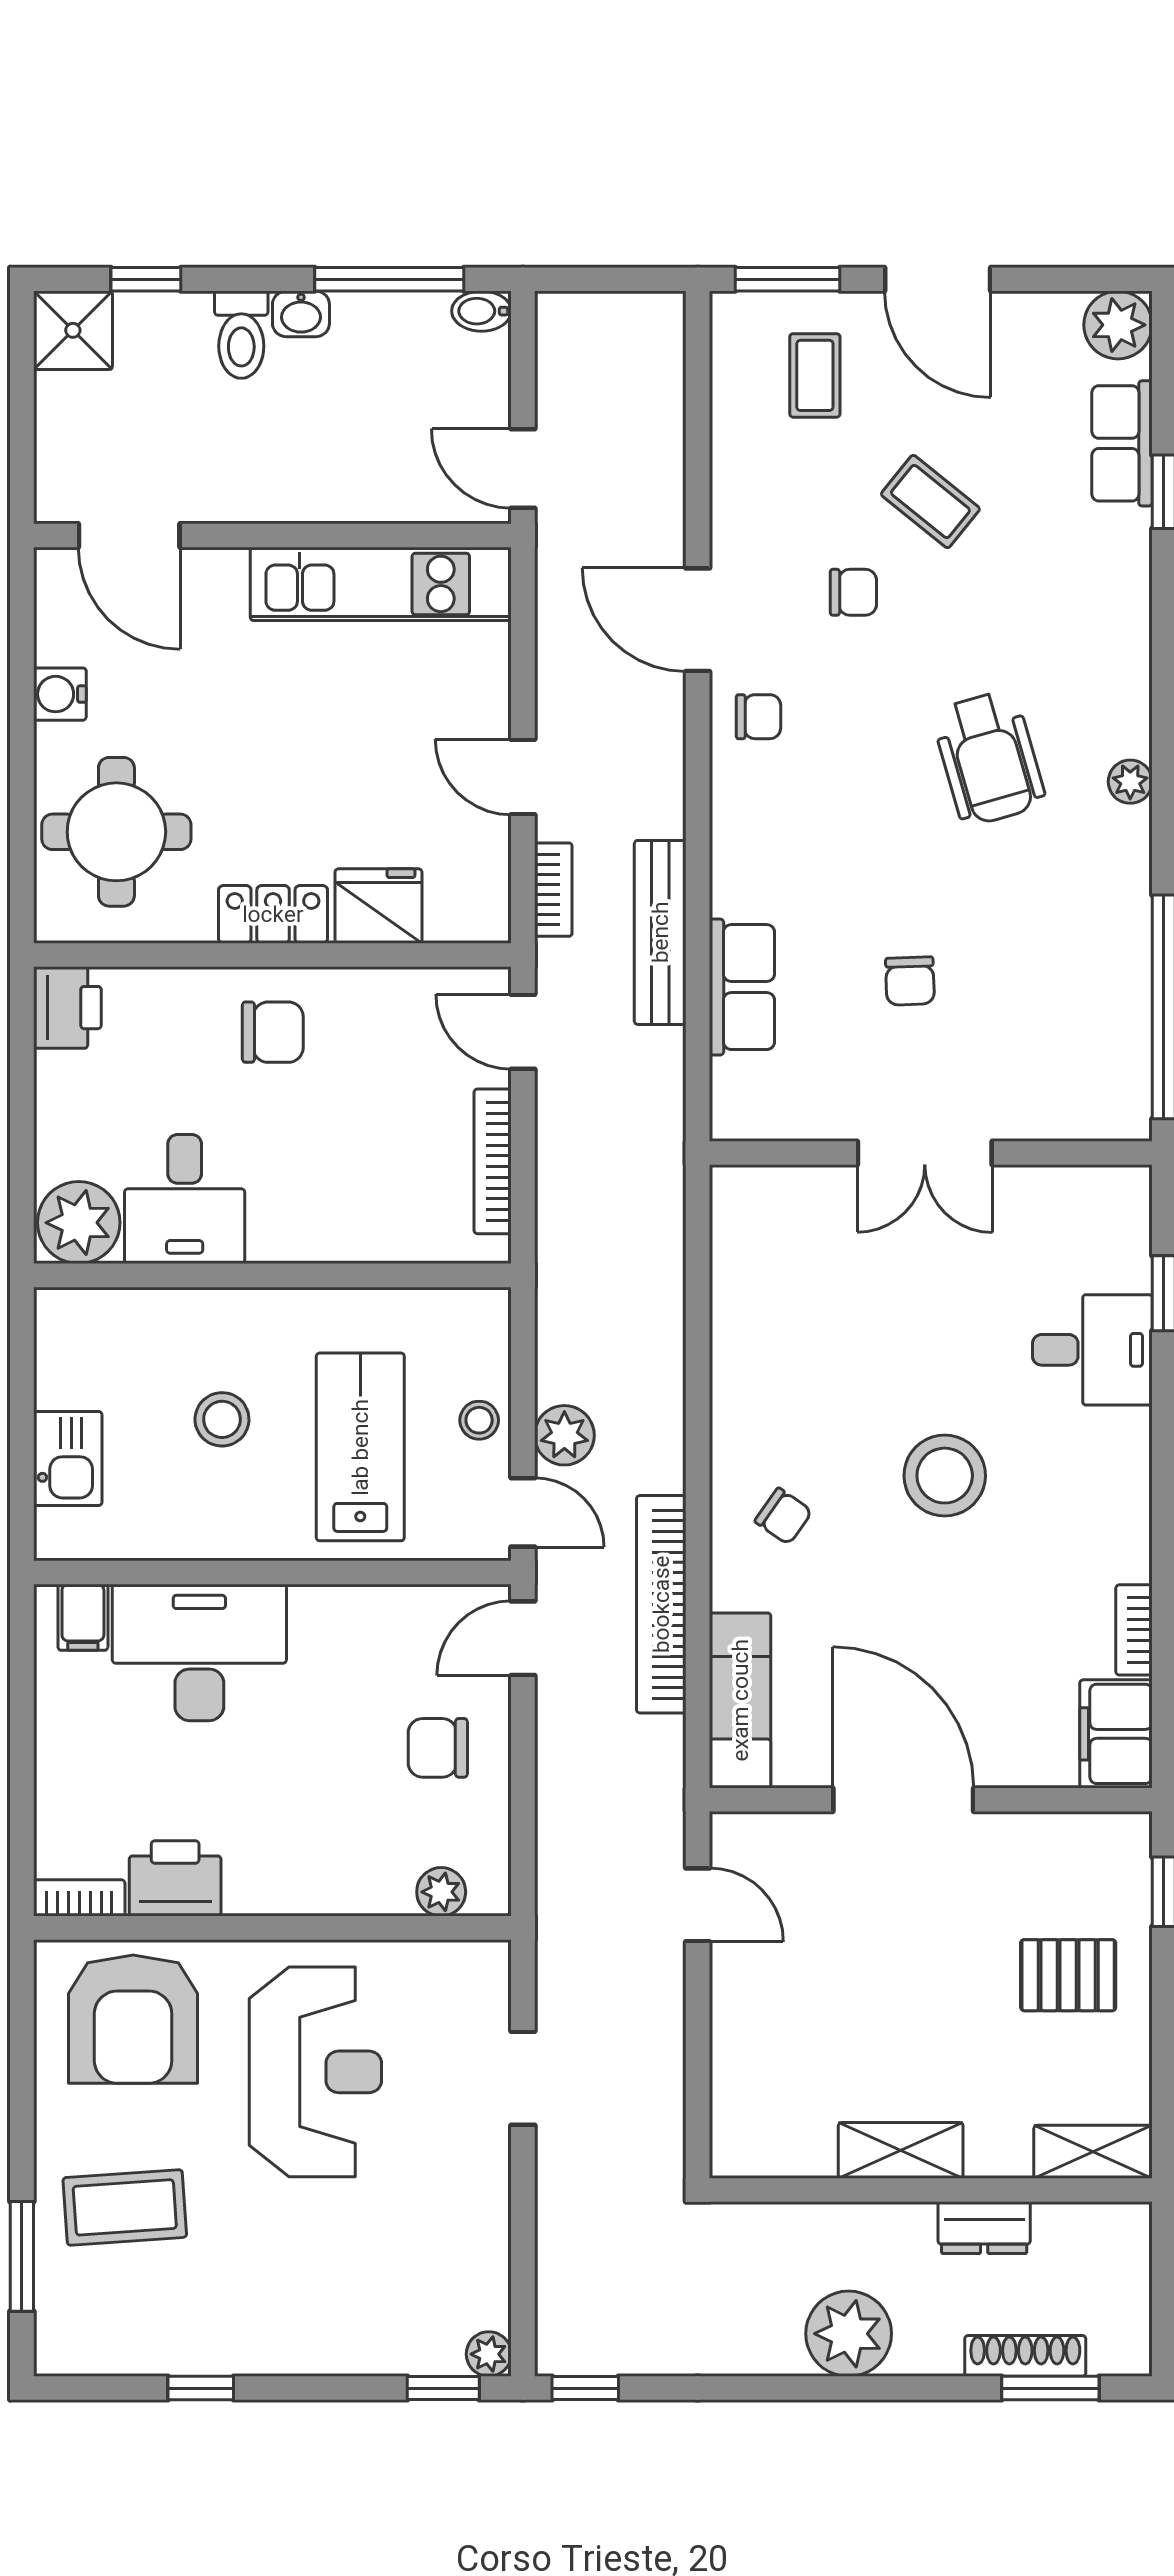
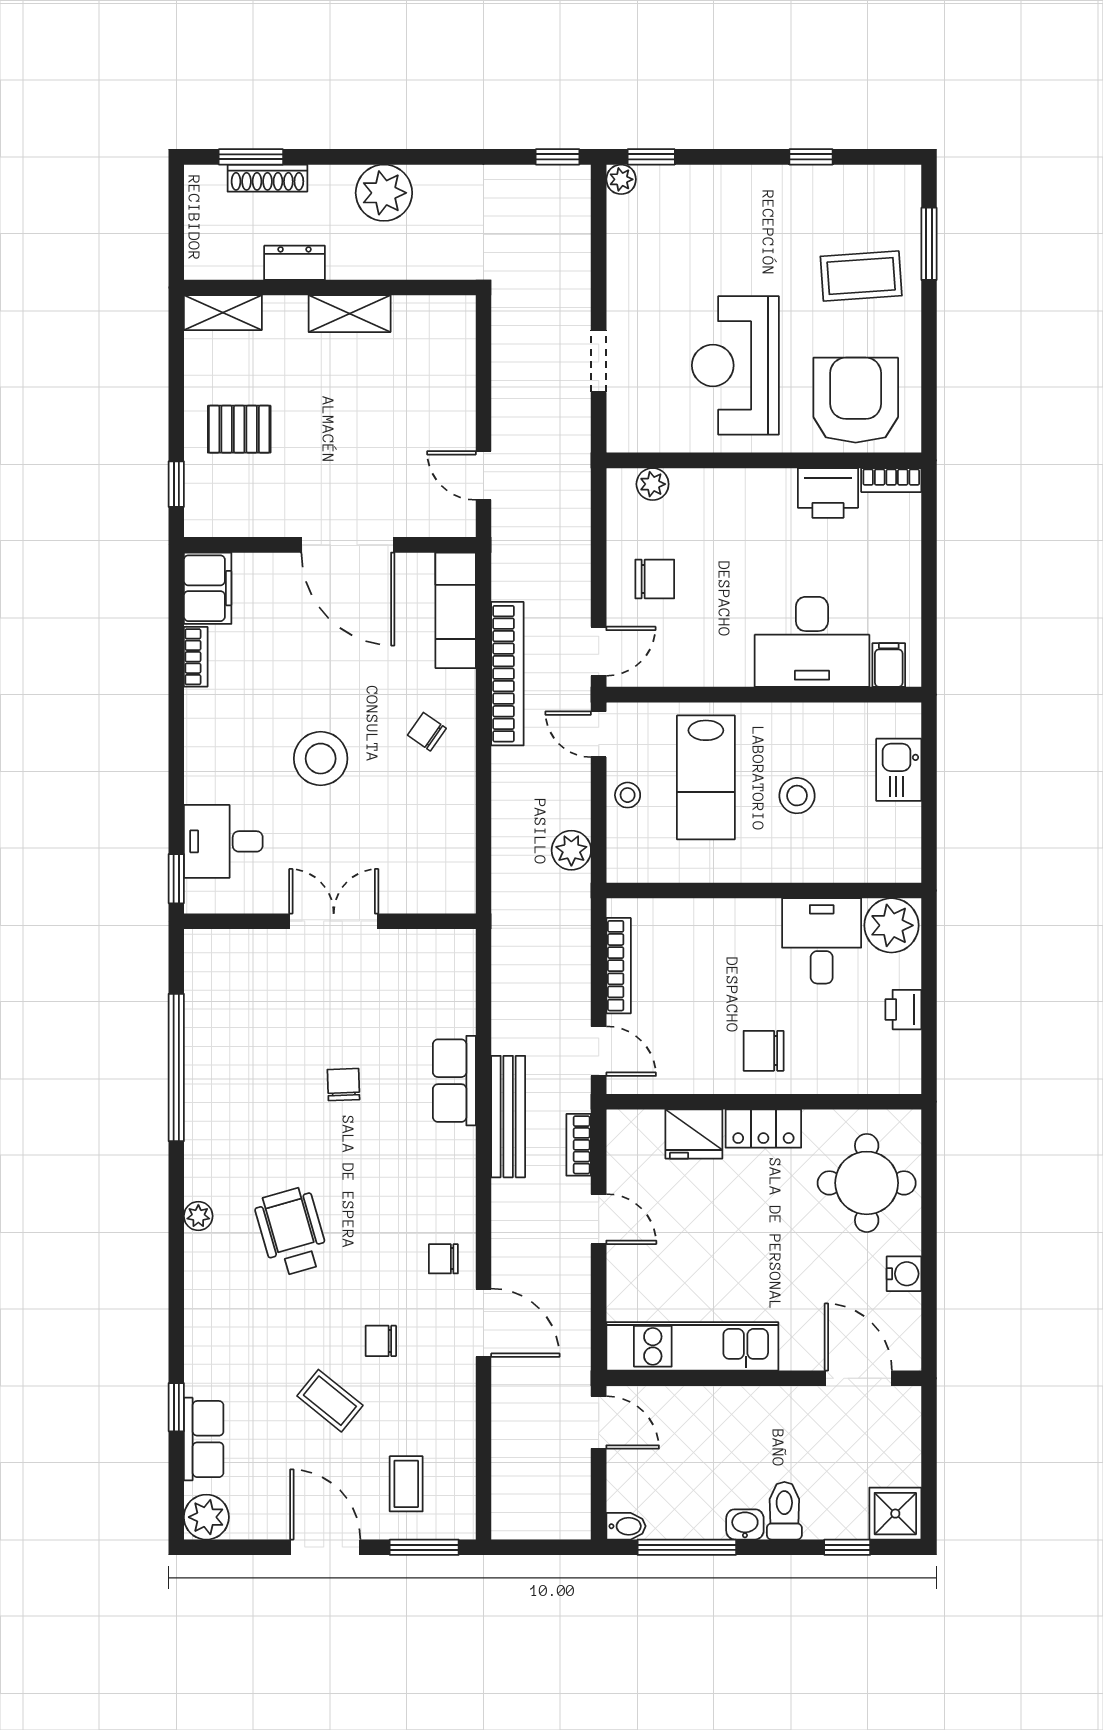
printer: (67, 1008) -> (903, 1010), moved, width x0.73, depth x0.81
double door: (925, 1153) -> (334, 921), moved
wall: (931, 1153) -> (330, 921), moved
plant: (564, 1435) -> (571, 850), moved

